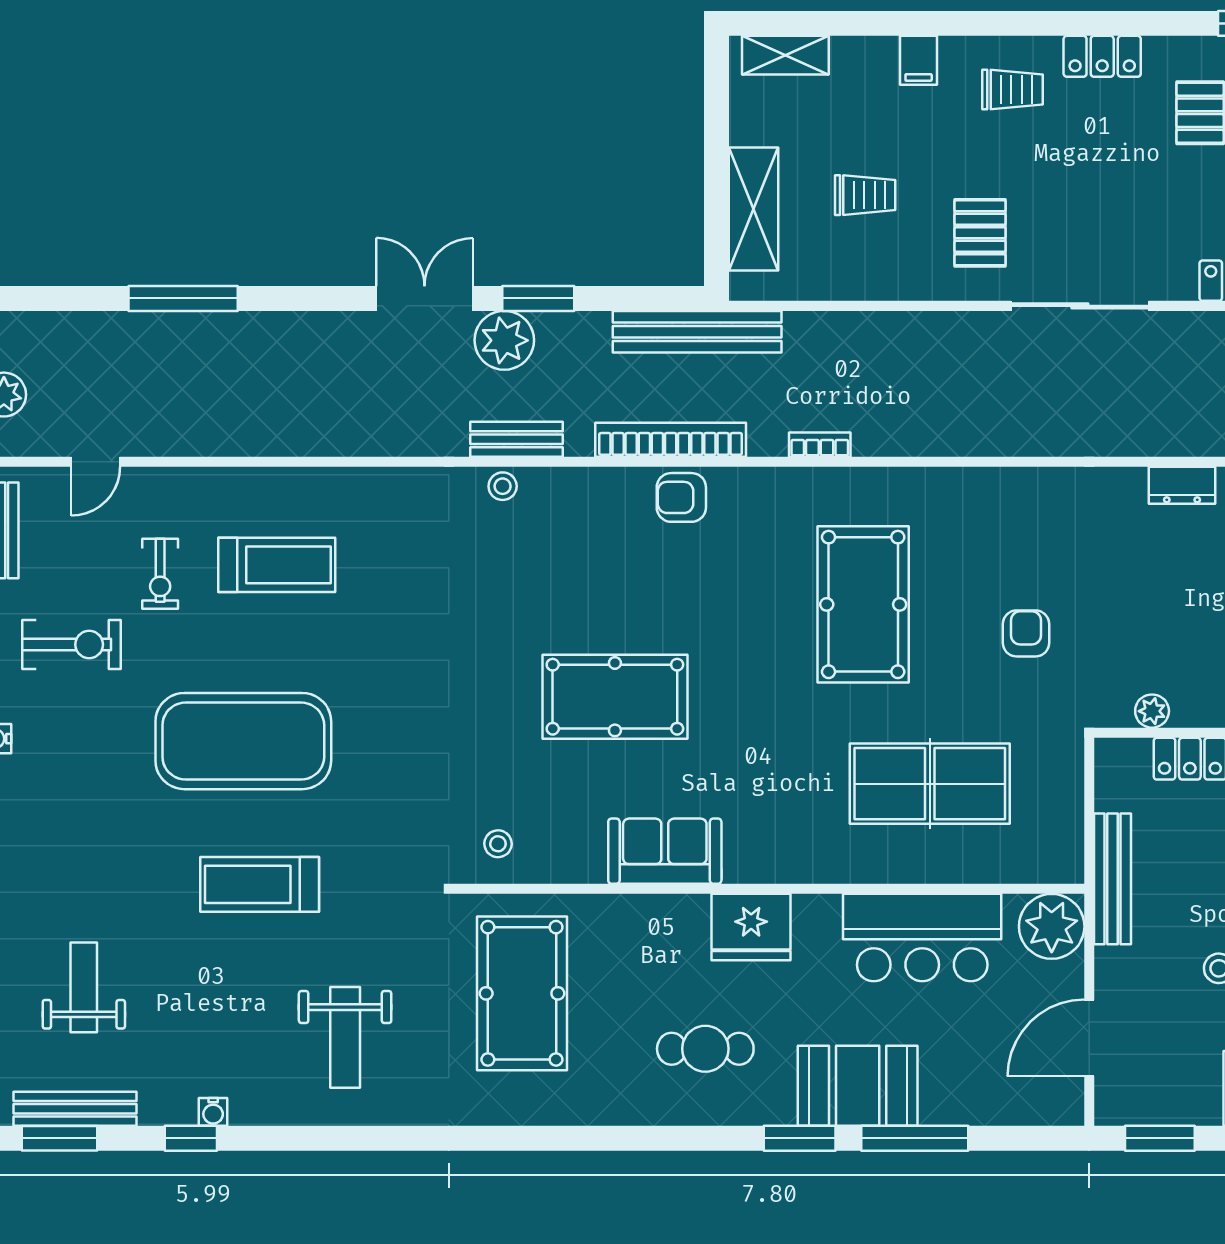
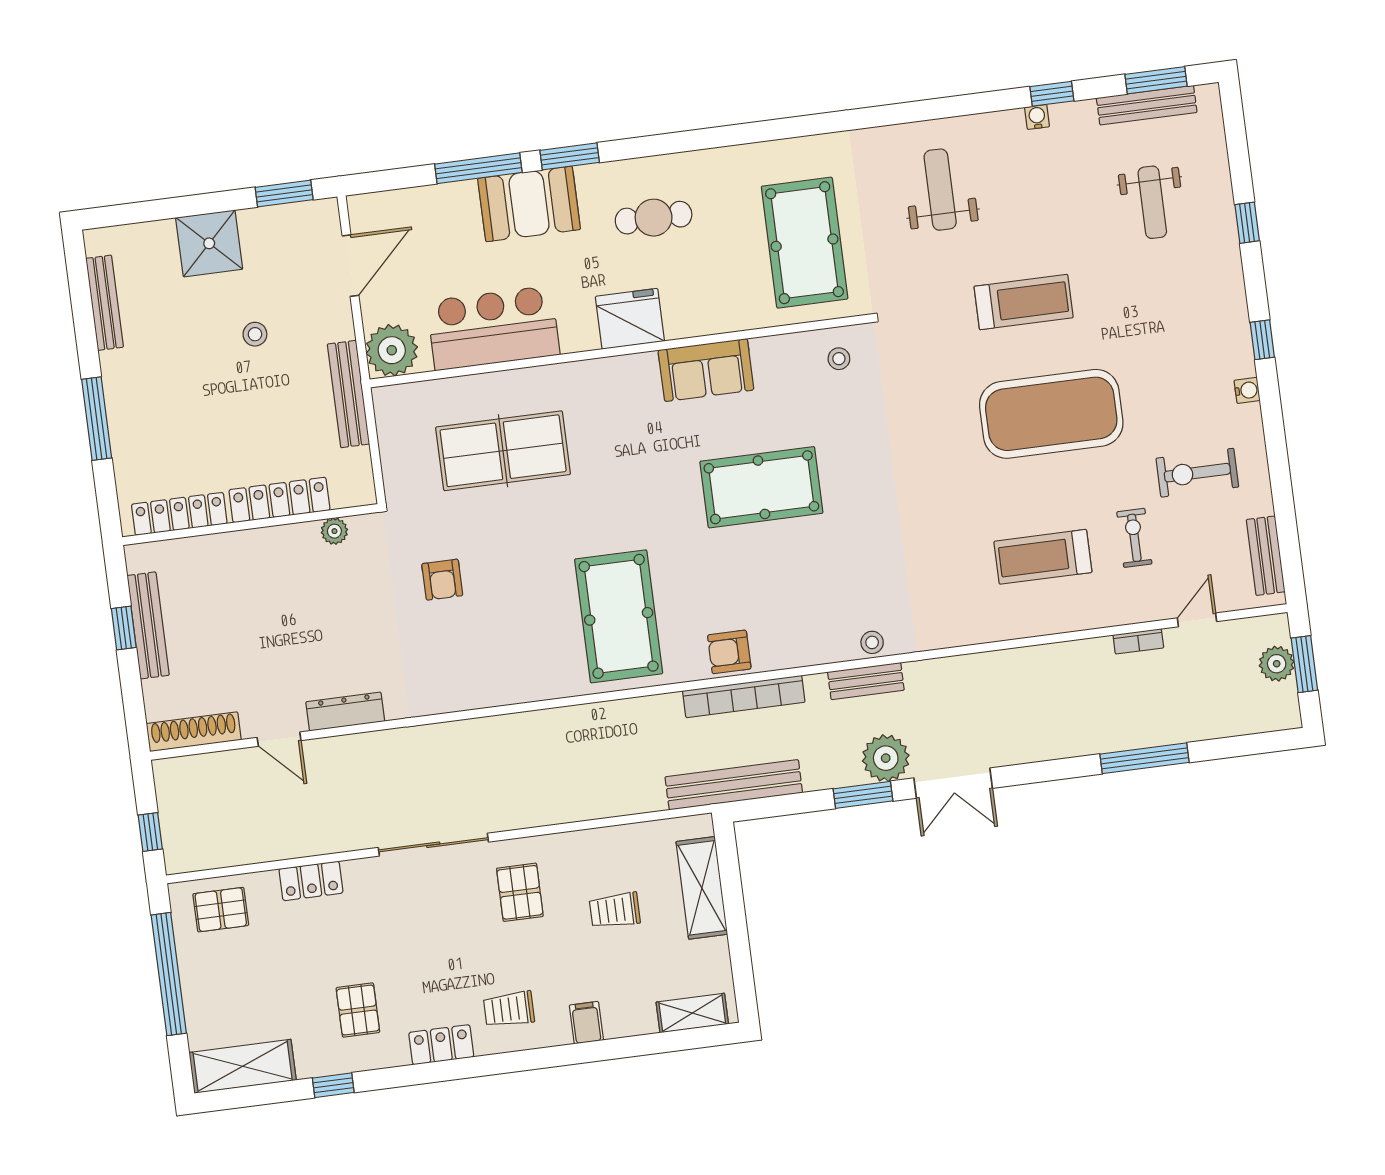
bookcase: (820, 445) -> (1138, 641), moved
dresser: (1182, 485) -> (345, 712), width x1.44
armchair: (681, 497) -> (729, 652), turned 180
pool table: (863, 604) -> (619, 616), moved

